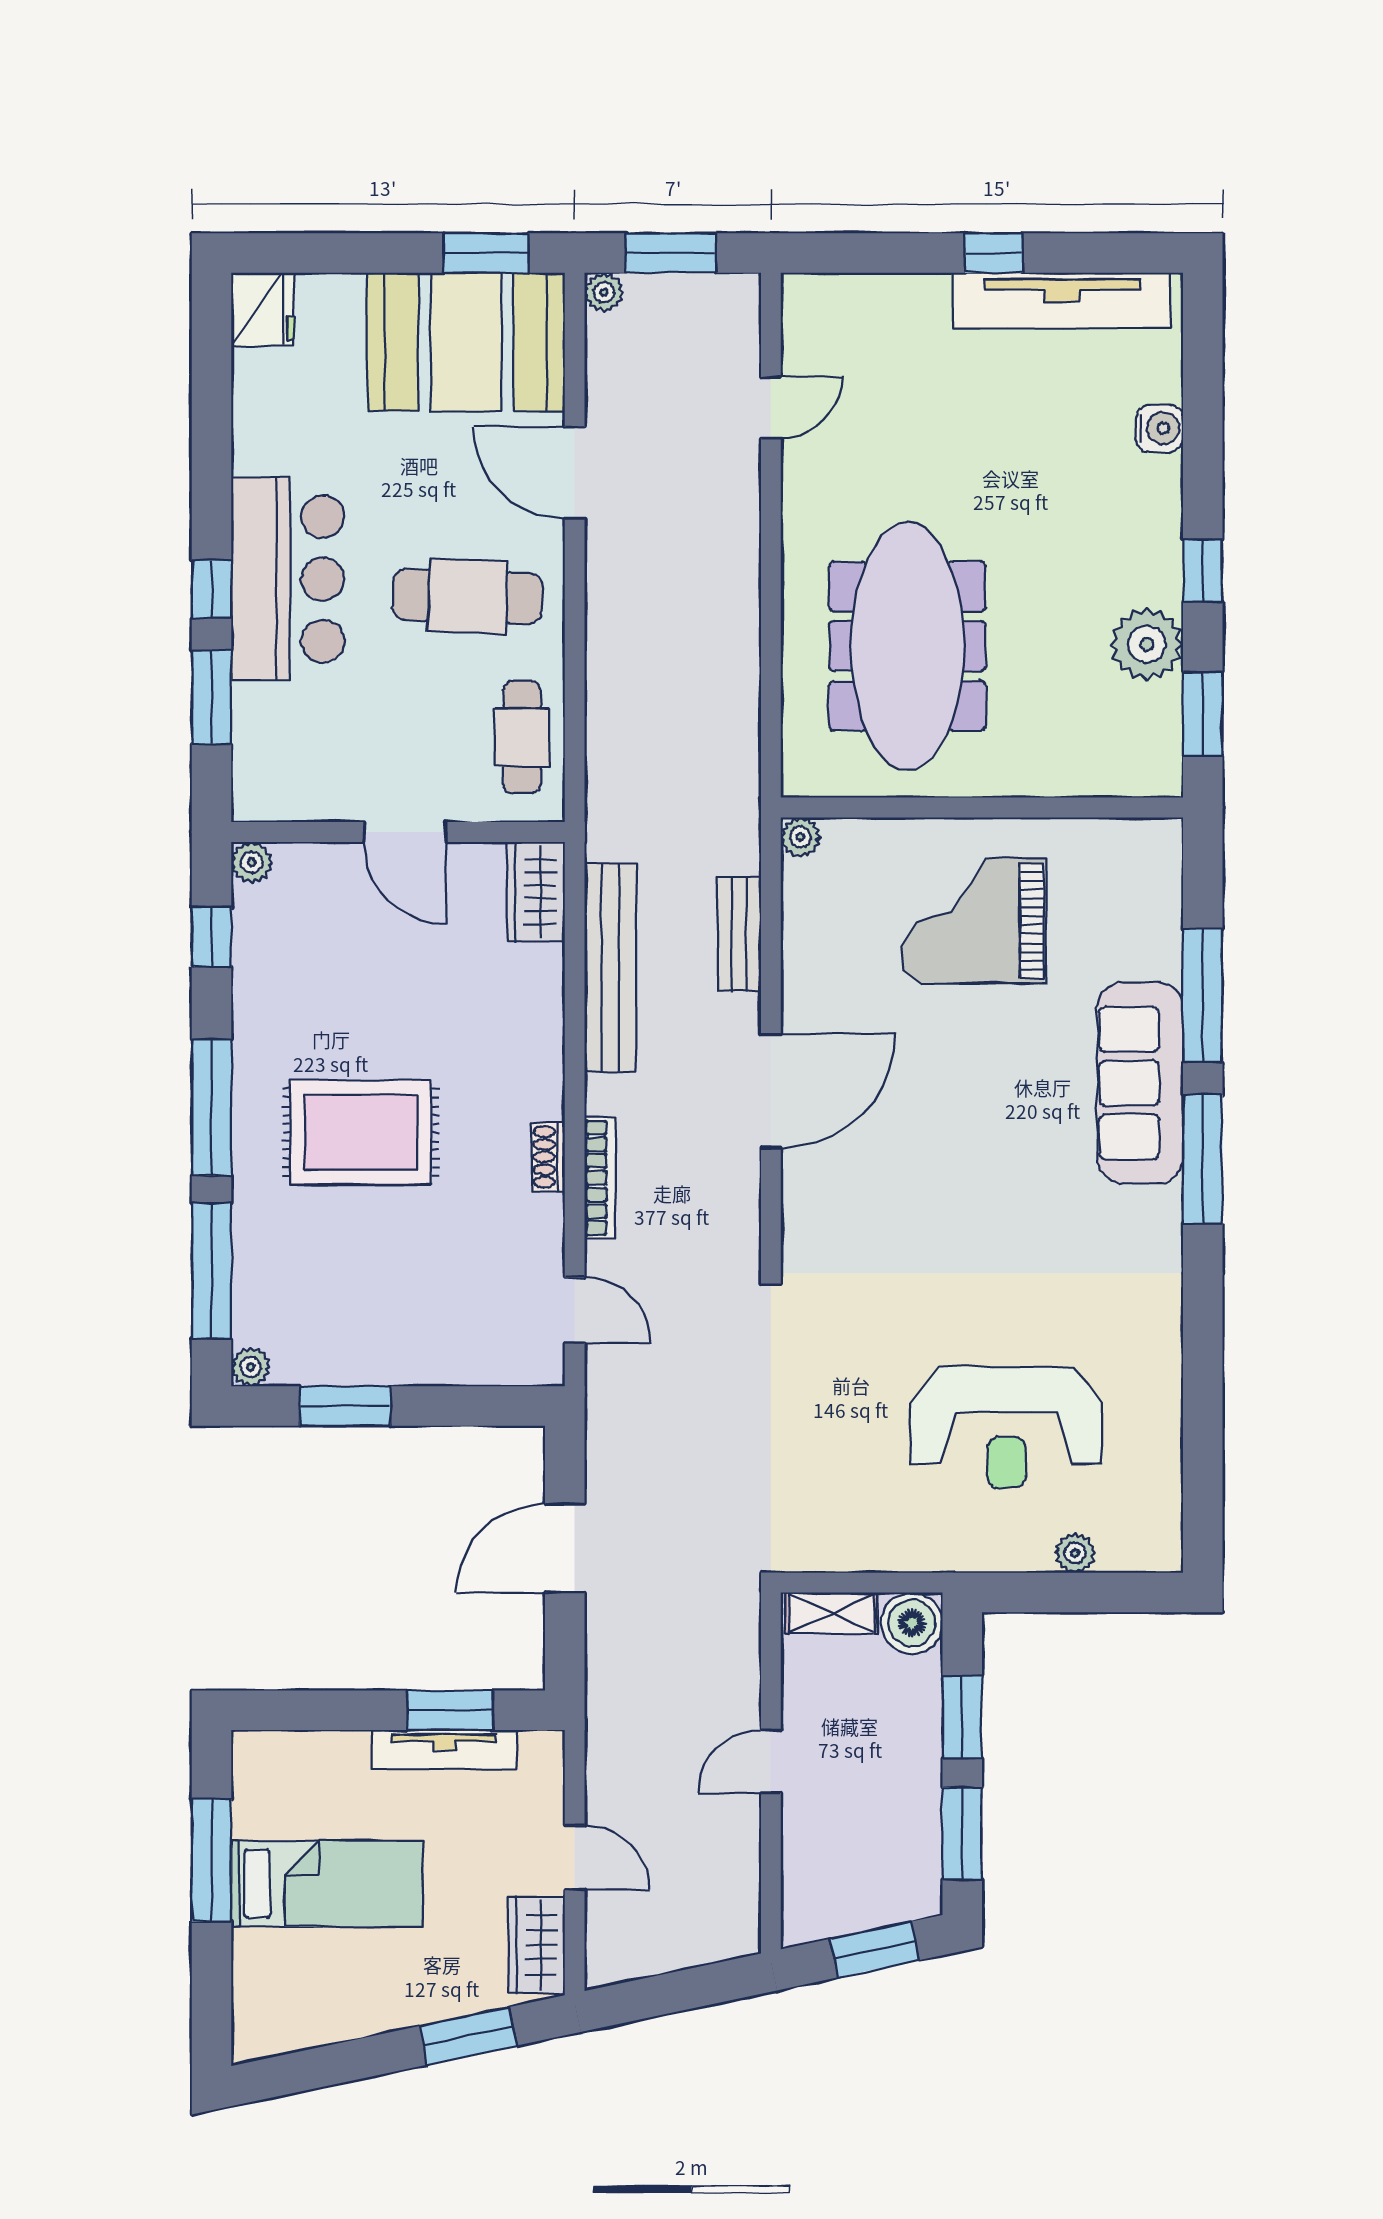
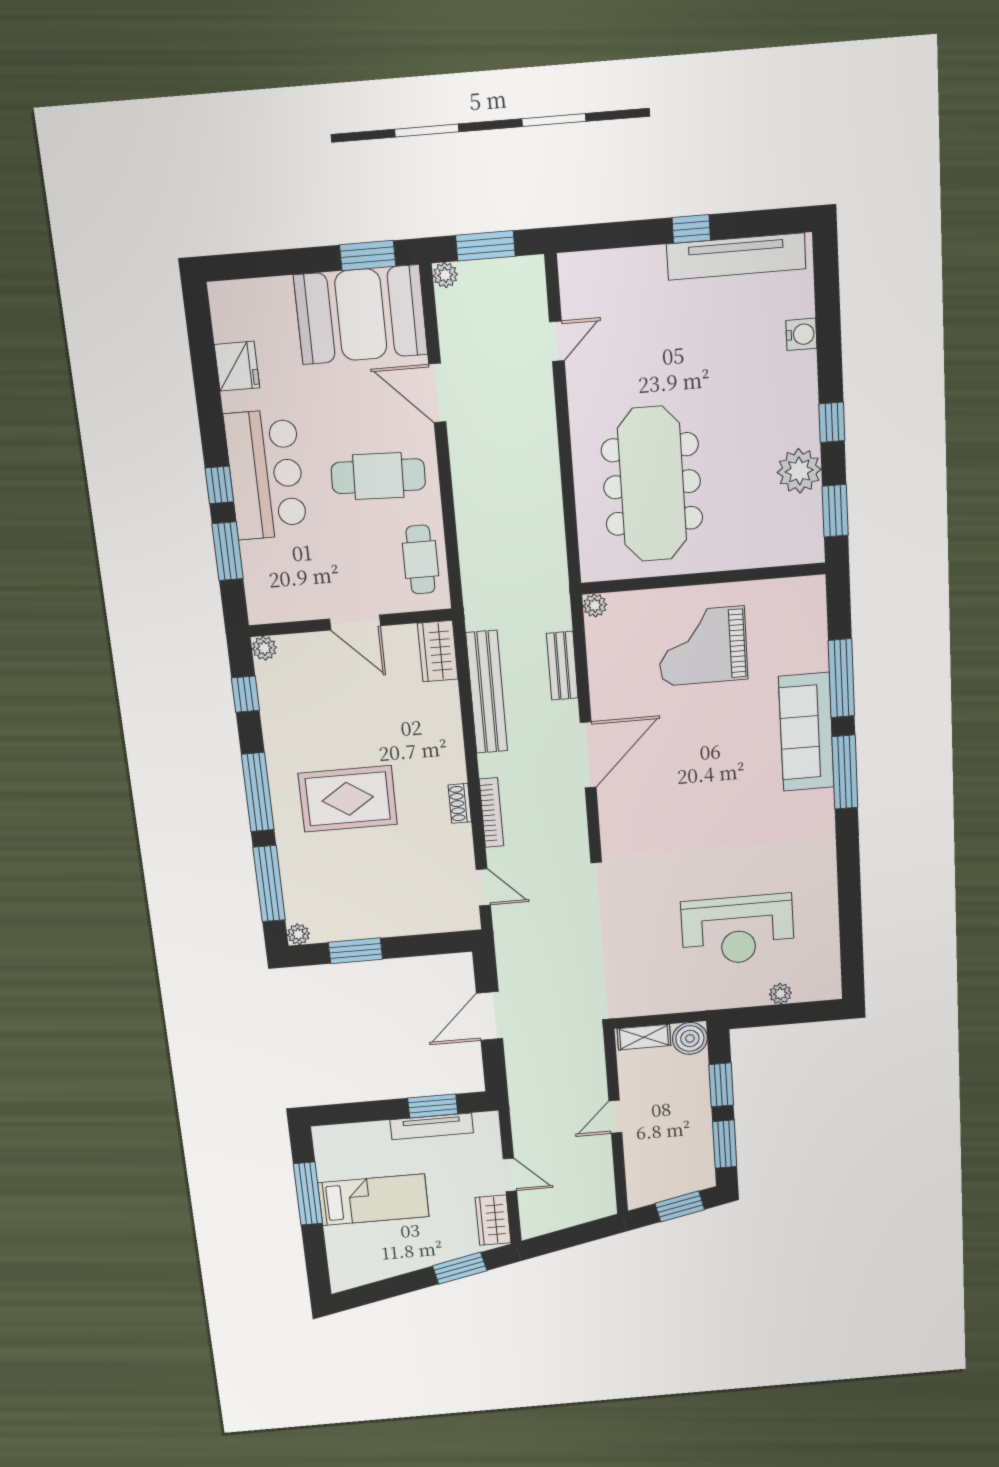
fridge: (263, 309) -> (237, 366), moved

